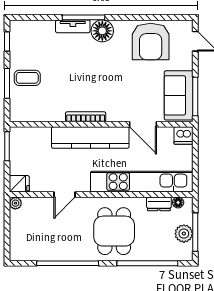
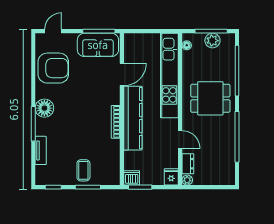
tv unit: (73, 26) -> (41, 150), moved
dishwasher: (183, 136) -> (132, 178), moved, turned -90
dresser: (159, 204) -> (188, 164), moved

